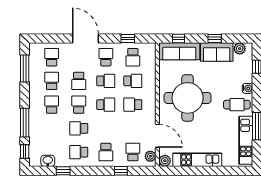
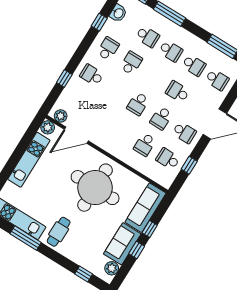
window: (178, 39) -> (150, 229), moved
water cooler: (247, 88) -> (68, 252), removed
school desk: (79, 105) -> (148, 37), moved
school desk: (133, 105) -> (122, 130), removed
school desk: (133, 152) -> (75, 101), removed

